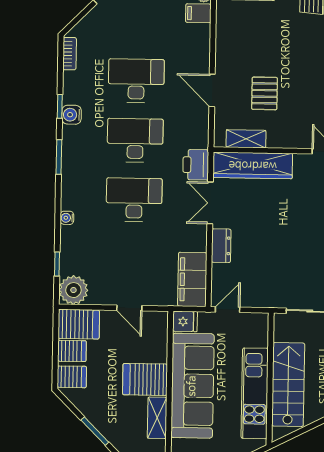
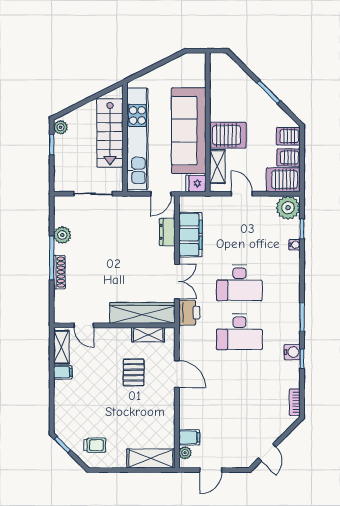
desk: (136, 81) -> (239, 381), removed
water cooler: (67, 218) -> (295, 245), moved
dresser: (221, 246) -> (167, 232), moved
filing cabinet: (192, 279) -> (190, 235), moved
kitchen unit: (255, 393) -> (137, 139), width x1.36
shelving: (157, 418) -> (217, 167), moved

